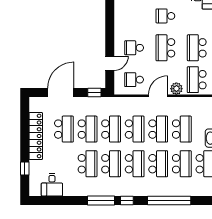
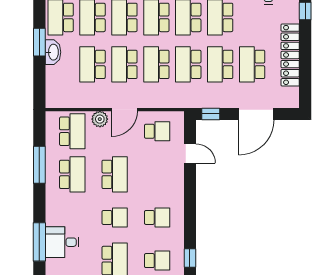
school desk: (134, 48) -> (157, 217), moved
door: (110, 63) -> (190, 153), swing flipped

